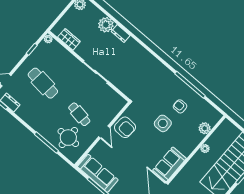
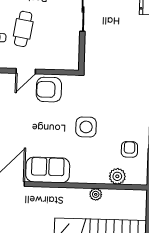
armchair: (180, 106) -> (129, 149), moved
armchair: (125, 127) -> (49, 90), turned 87

